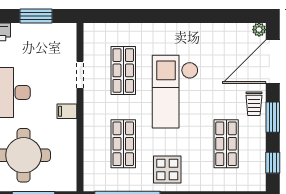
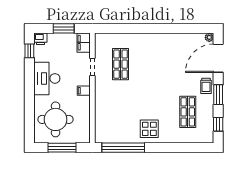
filing cabinet: (67, 38) -> (84, 43), added
checkout: (175, 92) -> (154, 78), removed
shop shelf: (123, 144) -> (121, 112), removed

